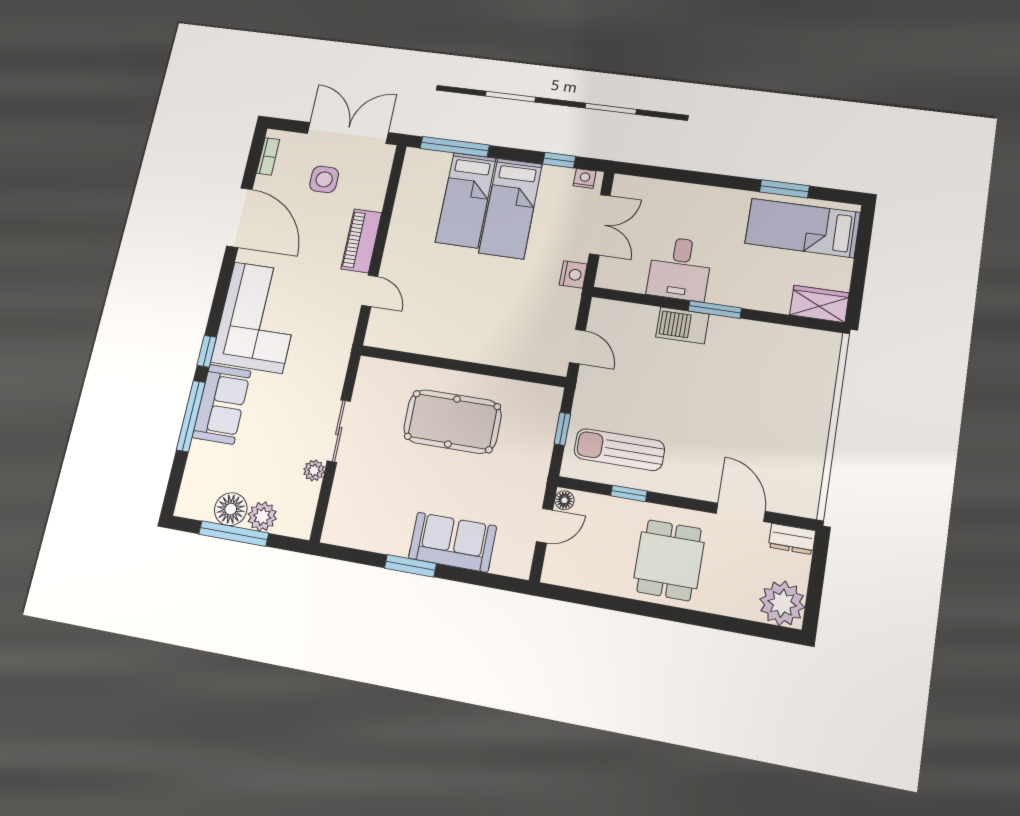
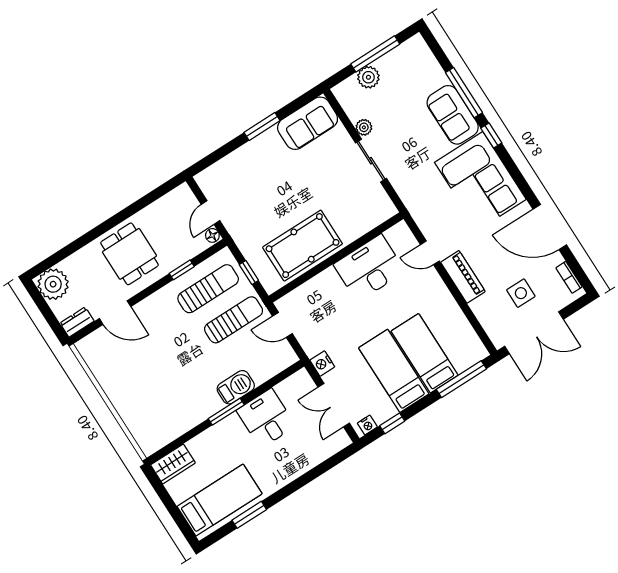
desk: (440, 327) -> (369, 268), added
sun lounger: (622, 395) -> (234, 320), added
pool table: (452, 422) -> (303, 246), moved
floor lamp: (231, 509) -> (390, 65), removed
sofa: (452, 542) -> (308, 123), moved

